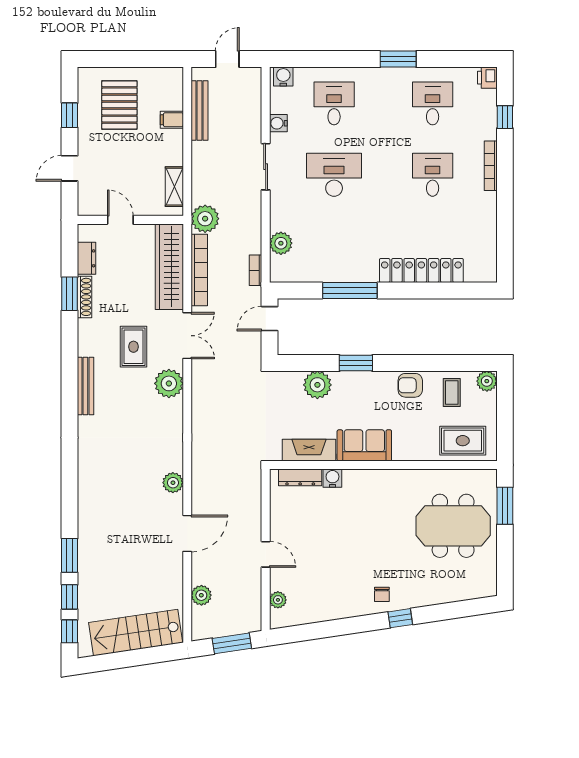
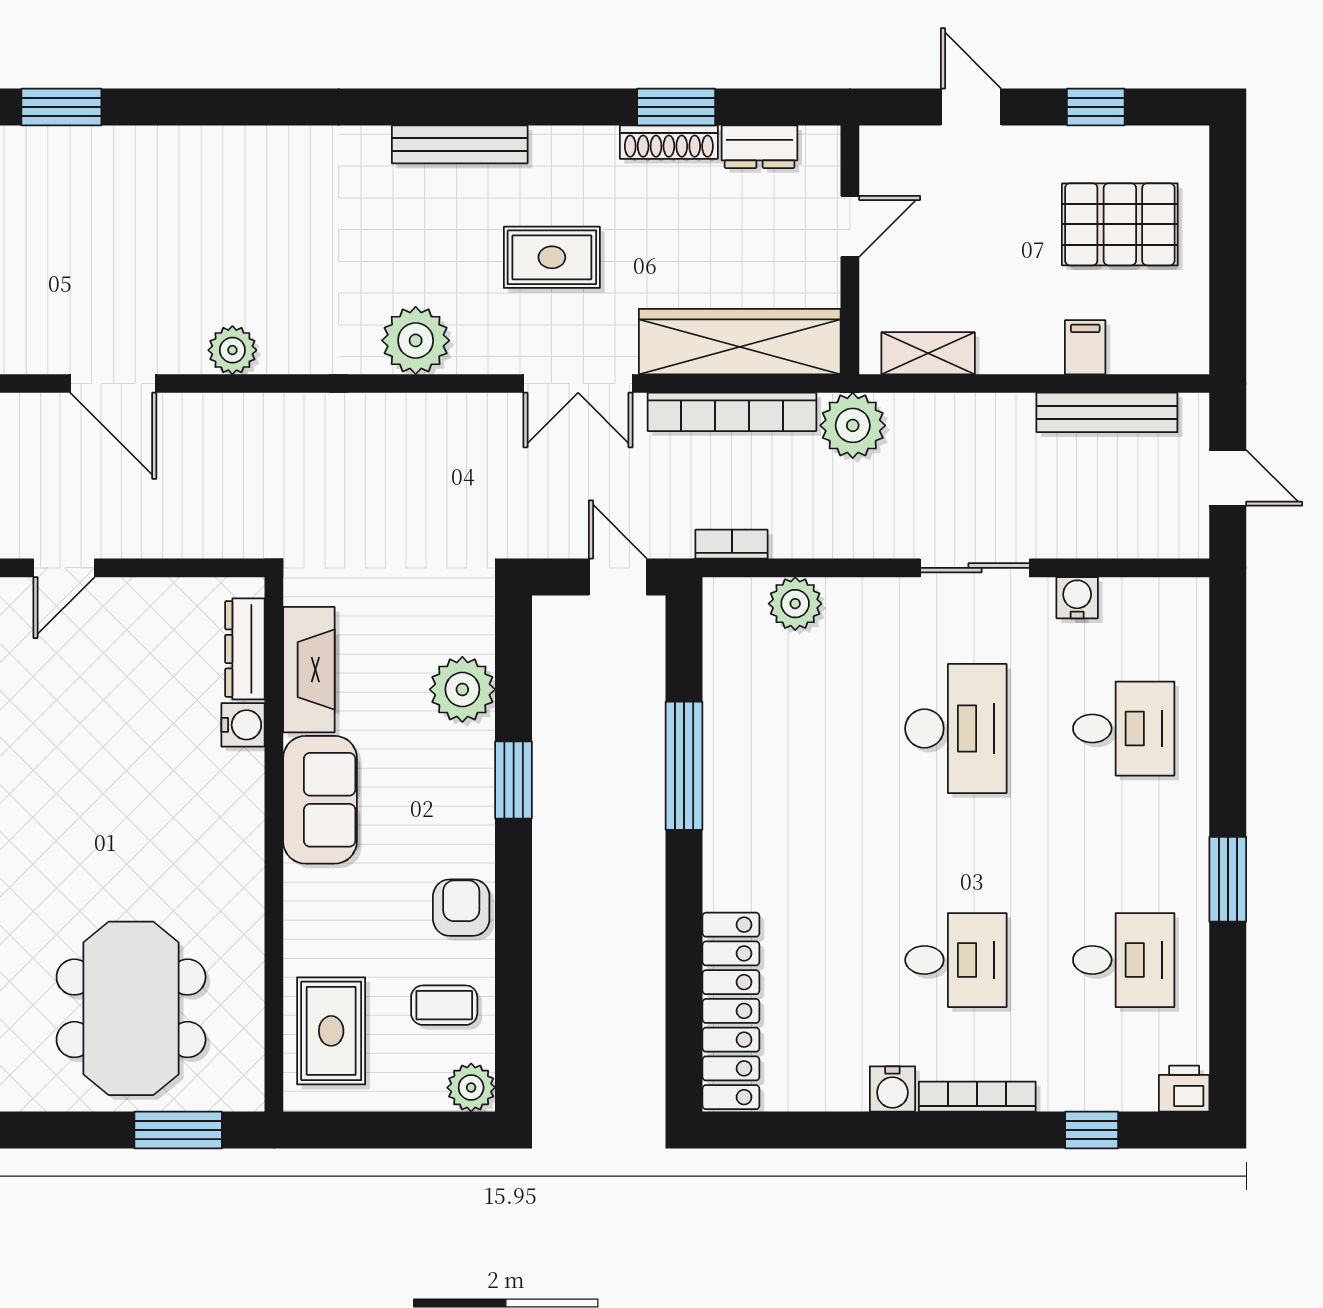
water cooler: (283, 77) -> (892, 1089), moved, turned 90
locker: (421, 271) -> (731, 1011), moved
plant: (169, 383) -> (416, 340), moved

